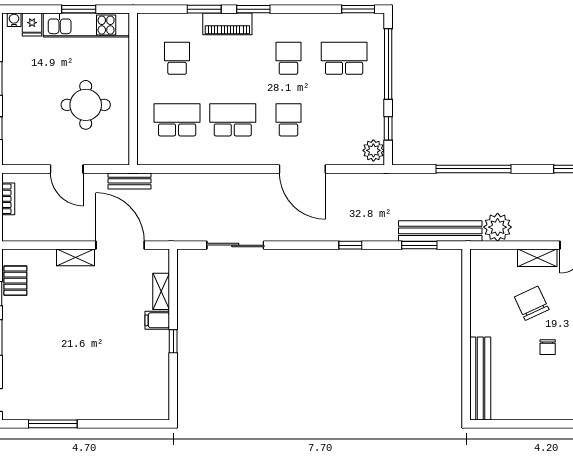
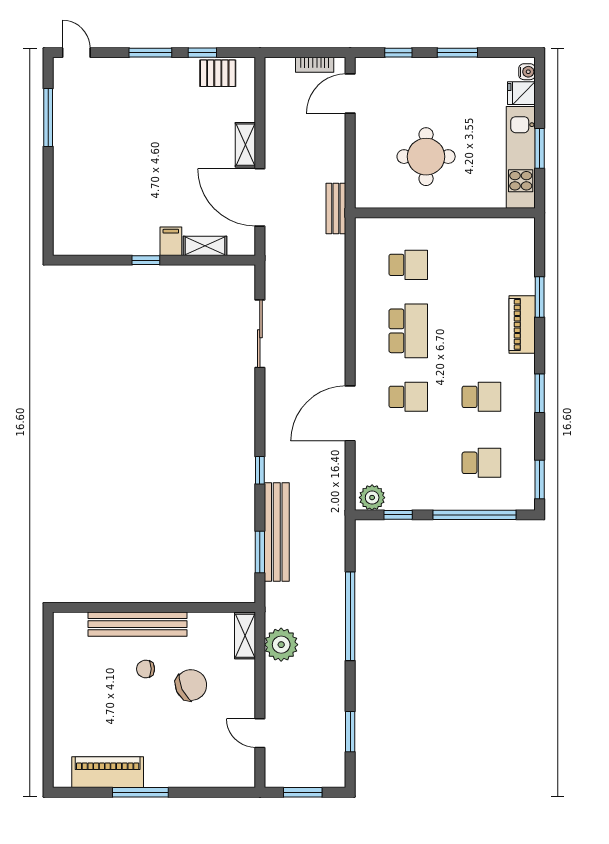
window: (253, 9) -> (540, 393), moved
school desk: (177, 58) -> (481, 265), removed
school desk: (344, 58) -> (481, 463), width x0.54
school desk: (177, 120) -> (408, 265), width x0.54
door: (67, 169) -> (350, 93), moved
bench: (440, 231) -> (277, 532), moved
door: (120, 245) -> (260, 197), swing flipped
shelving: (537, 258) -> (245, 636), moved
chair: (548, 347) -> (146, 669), moved
bench: (480, 378) -> (138, 624), moved

